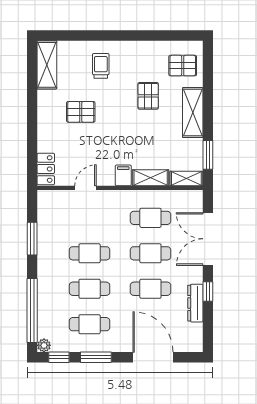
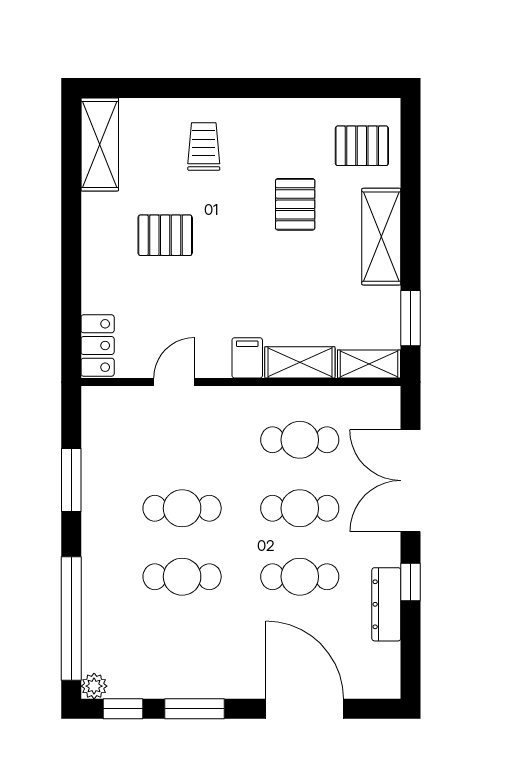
cafe table: (90, 324) -> (182, 645), removed

